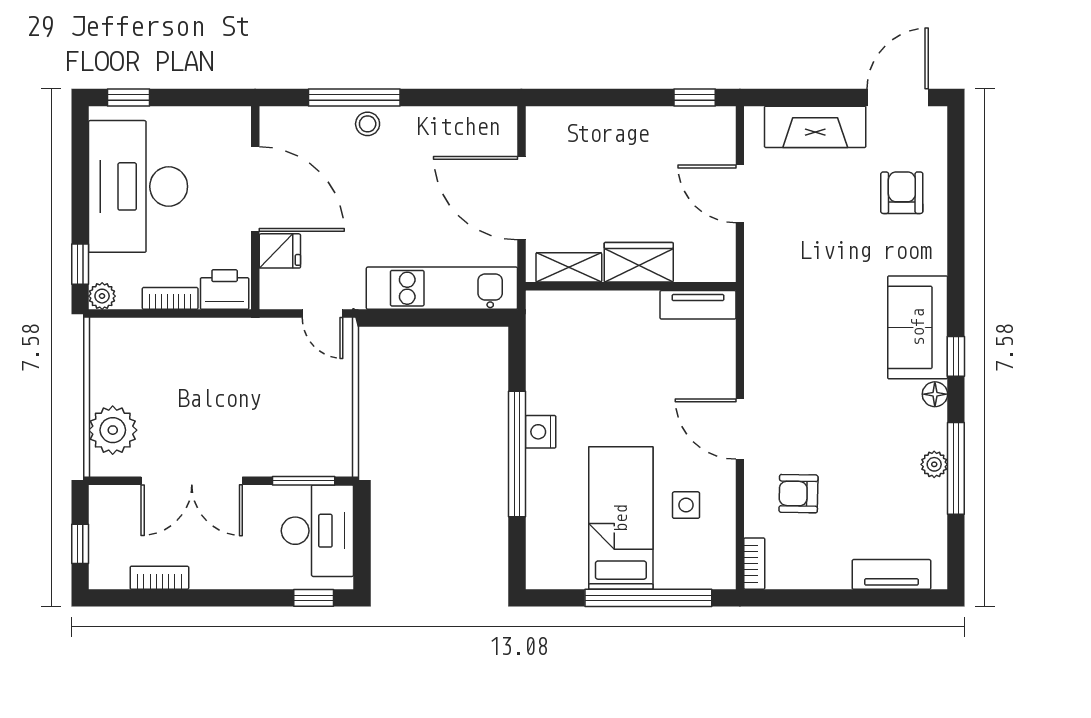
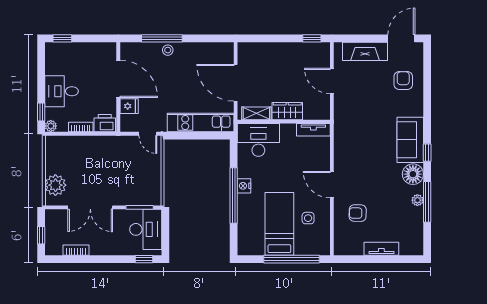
desk: (138, 186) -> (62, 91), width x0.53, depth x0.77
desk: (573, 328) -> (258, 140), added
floor lamp: (935, 394) -> (413, 174), width x1.89, depth x1.89
bookcase: (754, 564) -> (338, 244), removed
tv unit: (891, 574) -> (381, 249), moved

